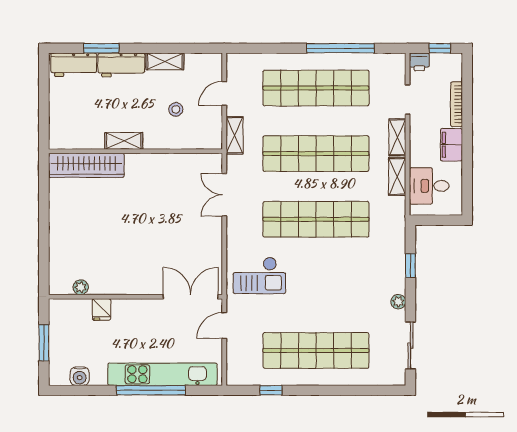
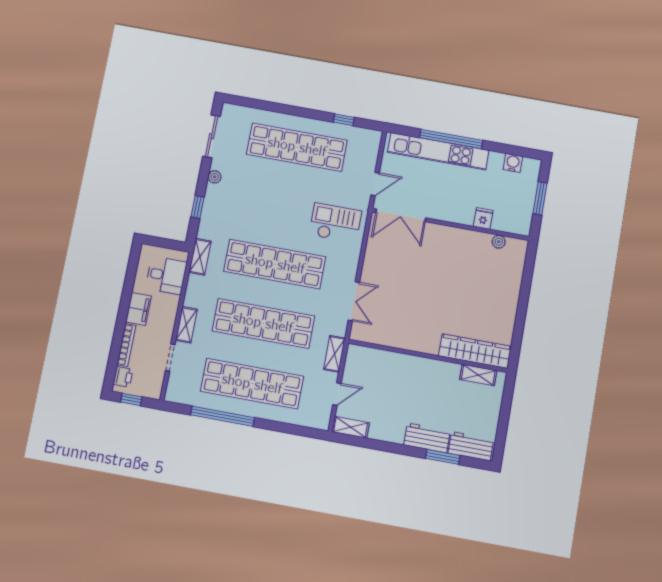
shelving: (165, 61) -> (351, 427), moved
printer: (419, 62) -> (123, 377), moved, turned 90
stool: (176, 109) -> (384, 387), removed
shelving: (124, 141) -> (478, 375), moved
shelving: (397, 177) -> (200, 257), moved

